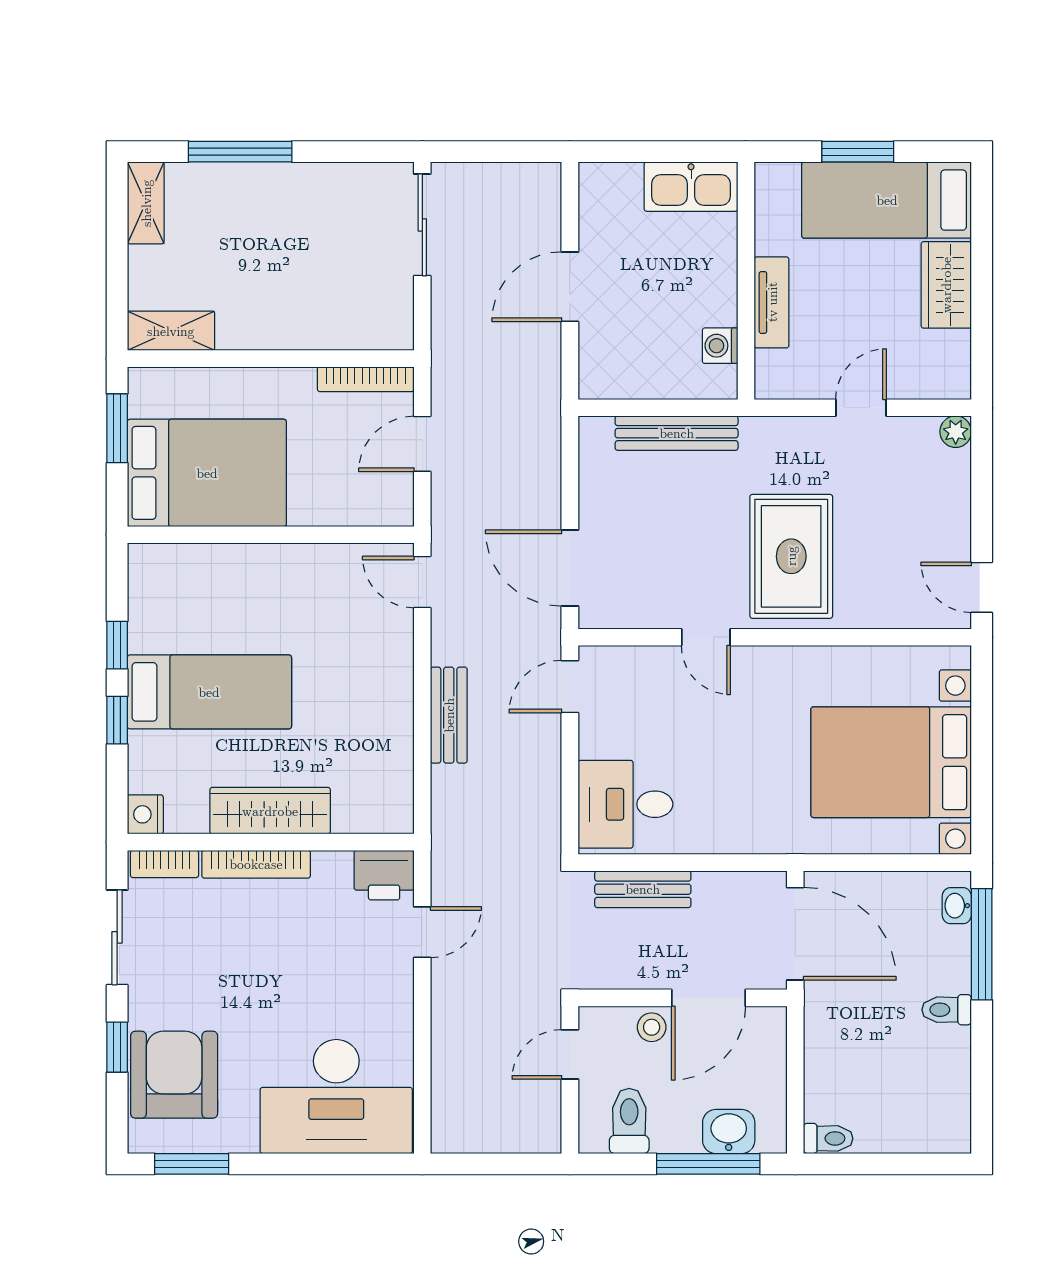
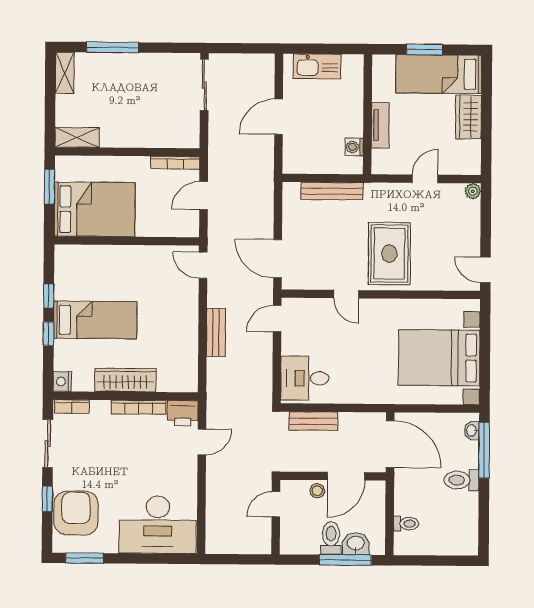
kitchen sink: (691, 187) -> (317, 66), moved
bookcase: (256, 864) -> (139, 407), moved
toilet: (947, 1010) -> (461, 480), width x1.37, depth x1.39
toilet: (629, 1121) -> (331, 538), moved
toilet: (828, 1138) -> (406, 524), moved

